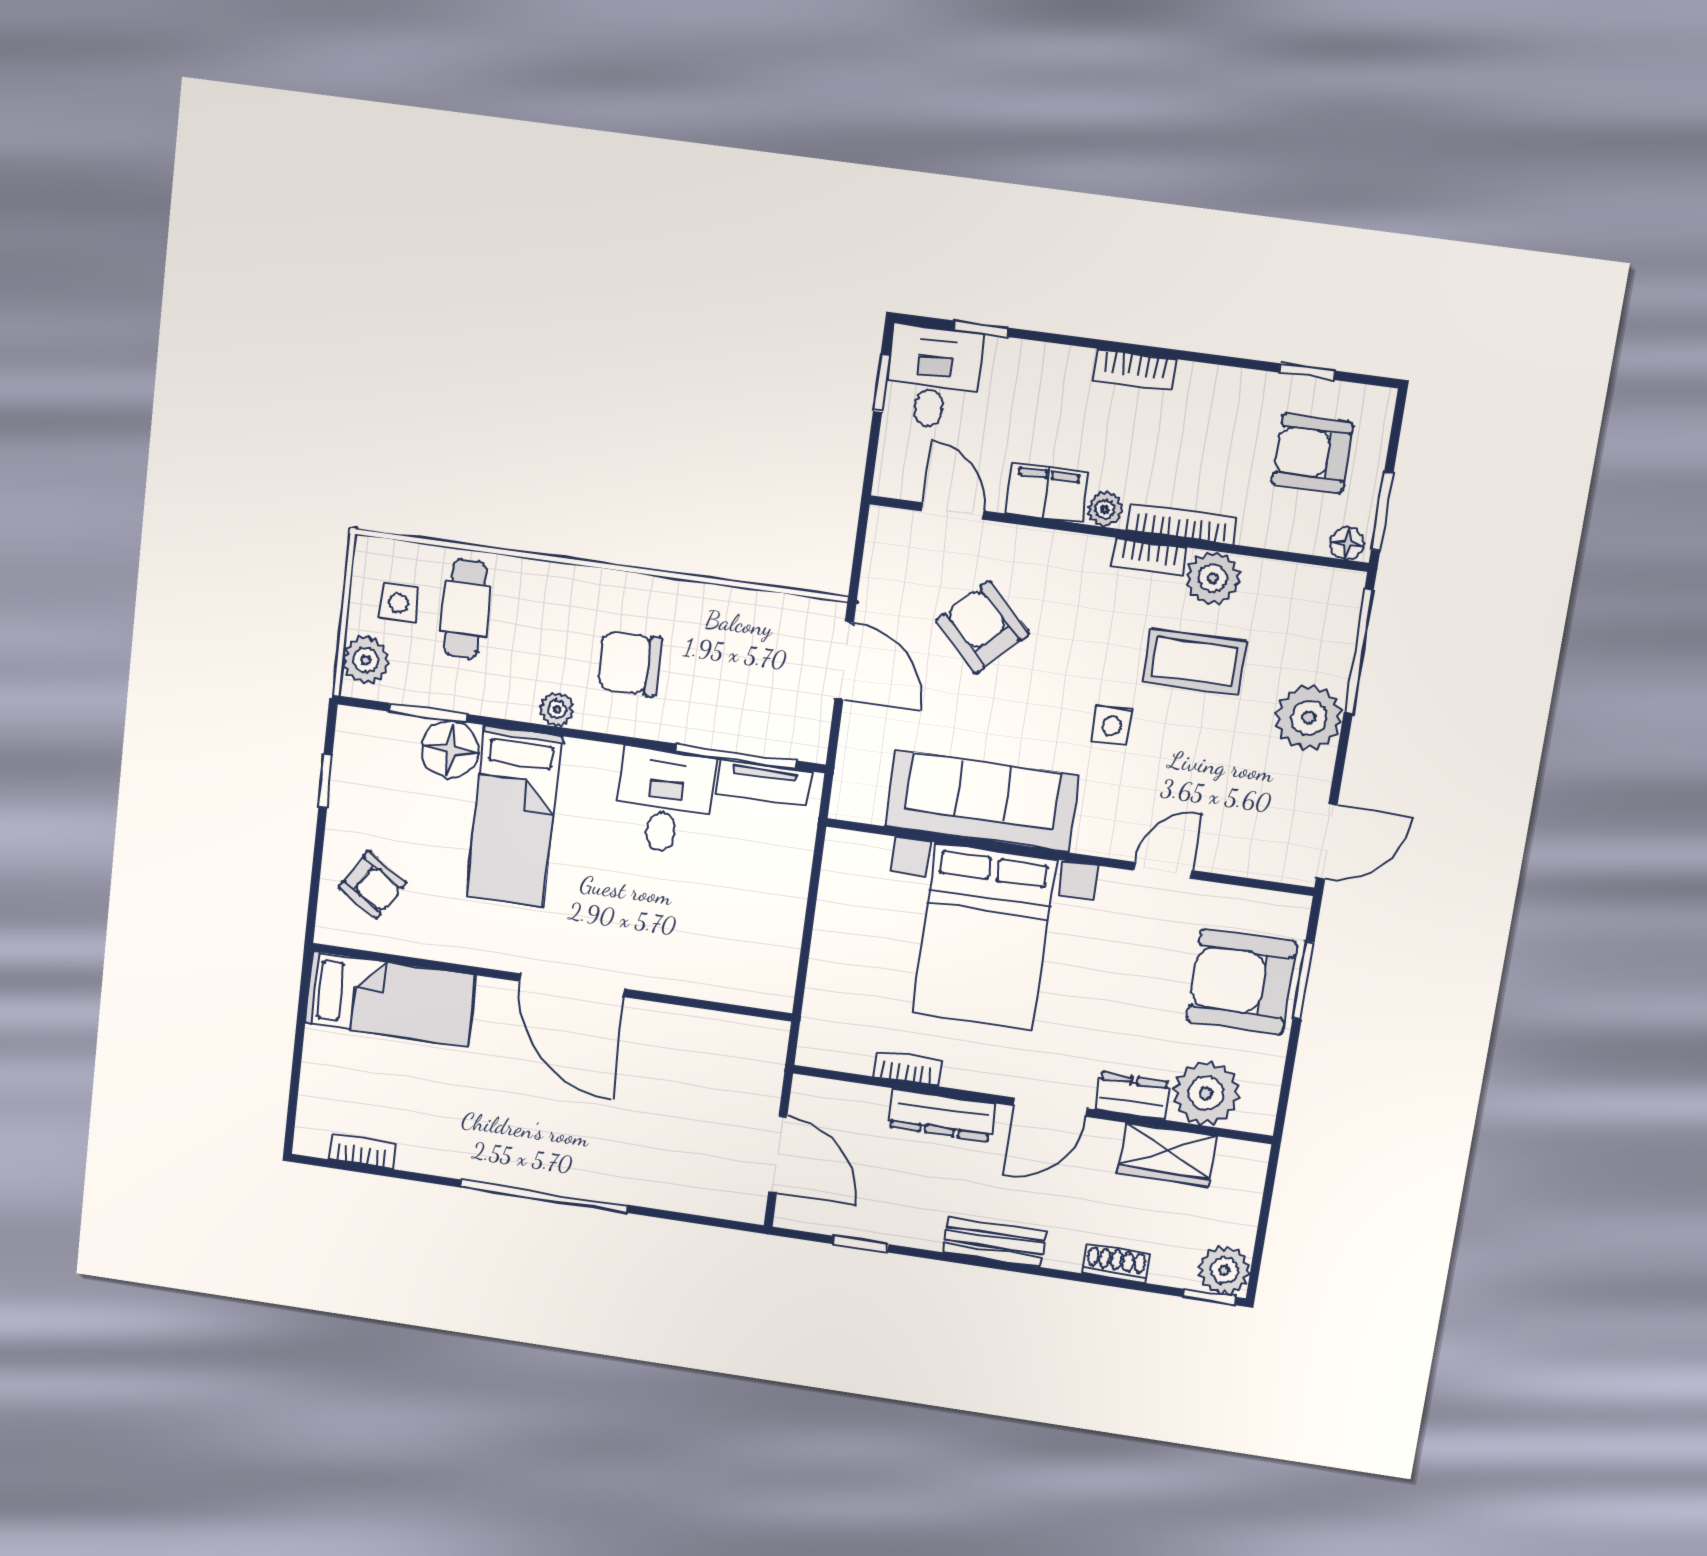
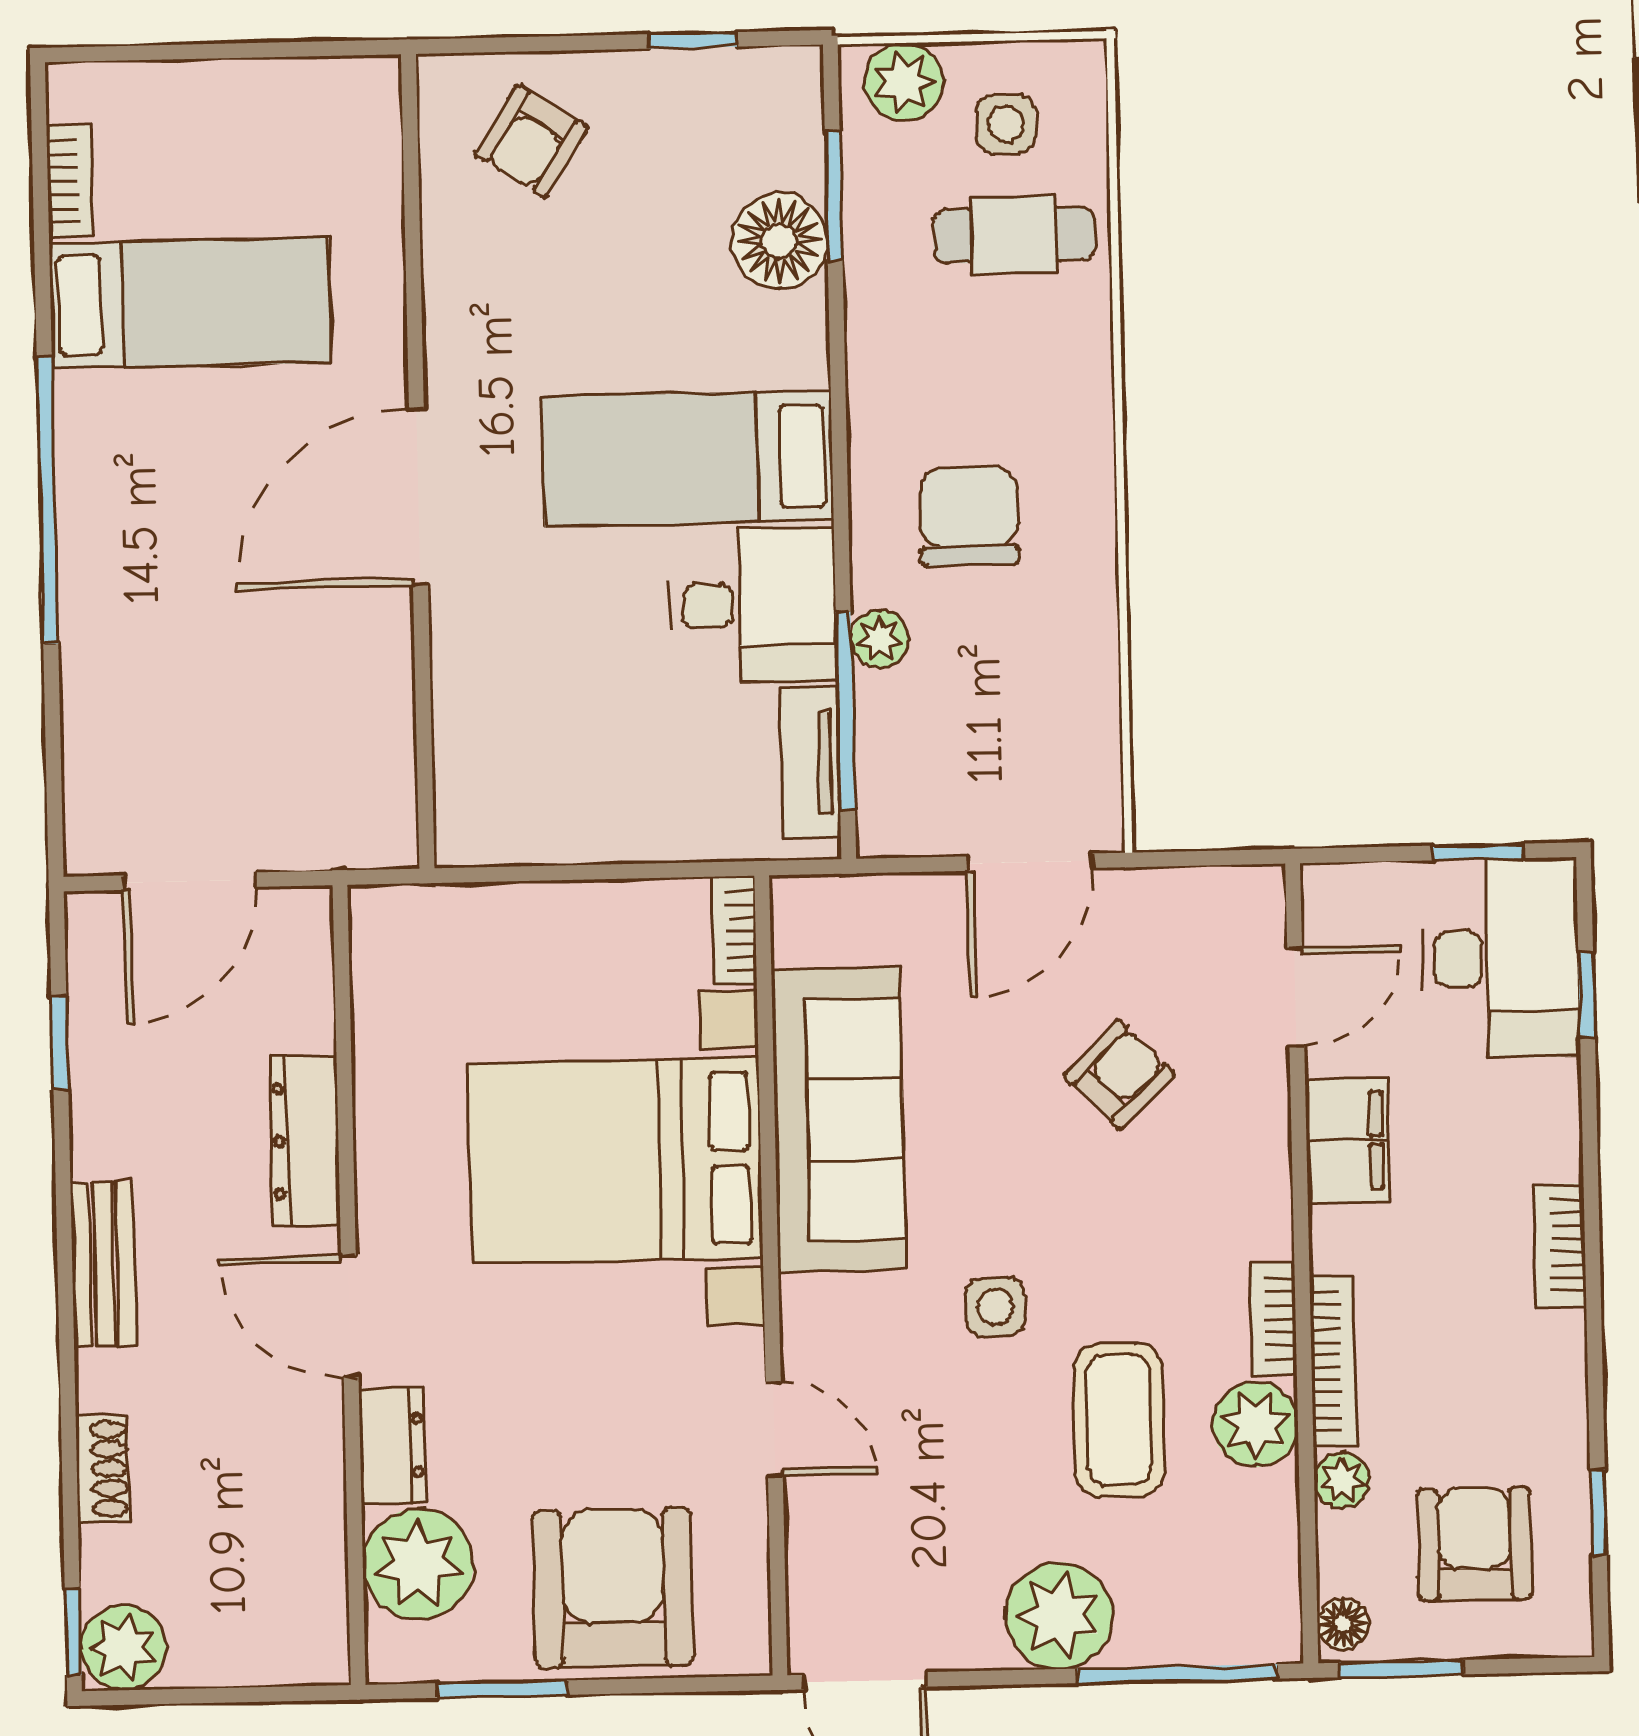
desk: (933, 377) -> (1500, 958), width x1.37
plant: (1105, 509) -> (1342, 1480), moved
armchair: (982, 627) -> (1119, 1075), width x0.72, depth x0.72
plant: (557, 709) -> (880, 639), moved
bed: (514, 816) -> (688, 459), moved
window: (1303, 980) -> (502, 1689), moved
bed: (390, 999) -> (190, 303), moved, turned -90
bookcase: (907, 1069) -> (734, 931), moved, turned 180
wardrobe: (1167, 1155) -> (303, 1520), removed

